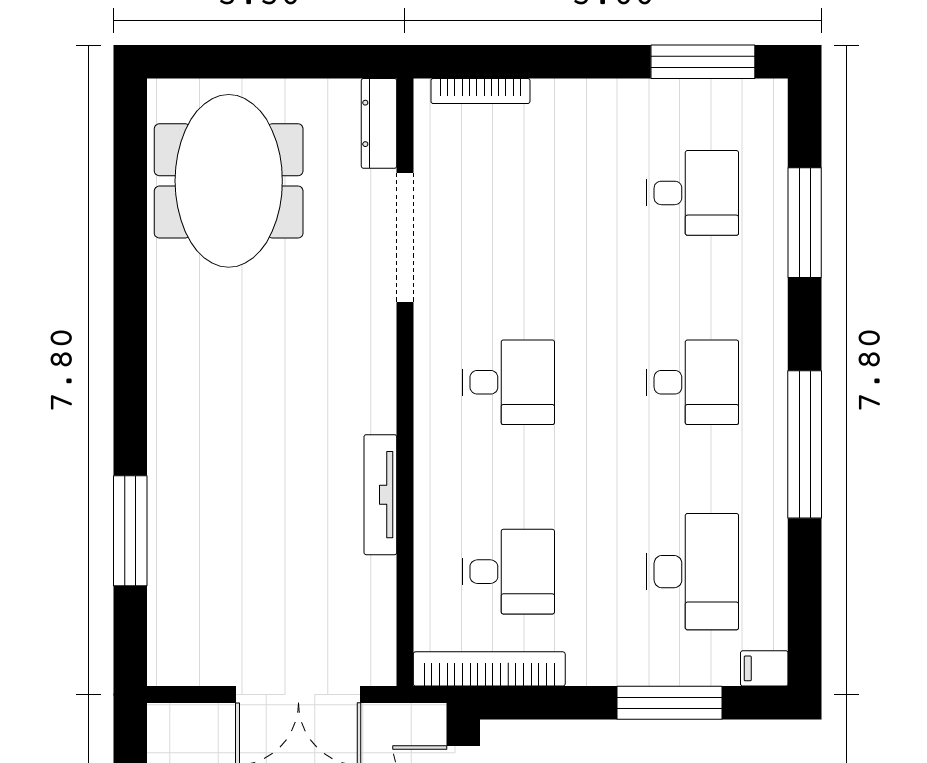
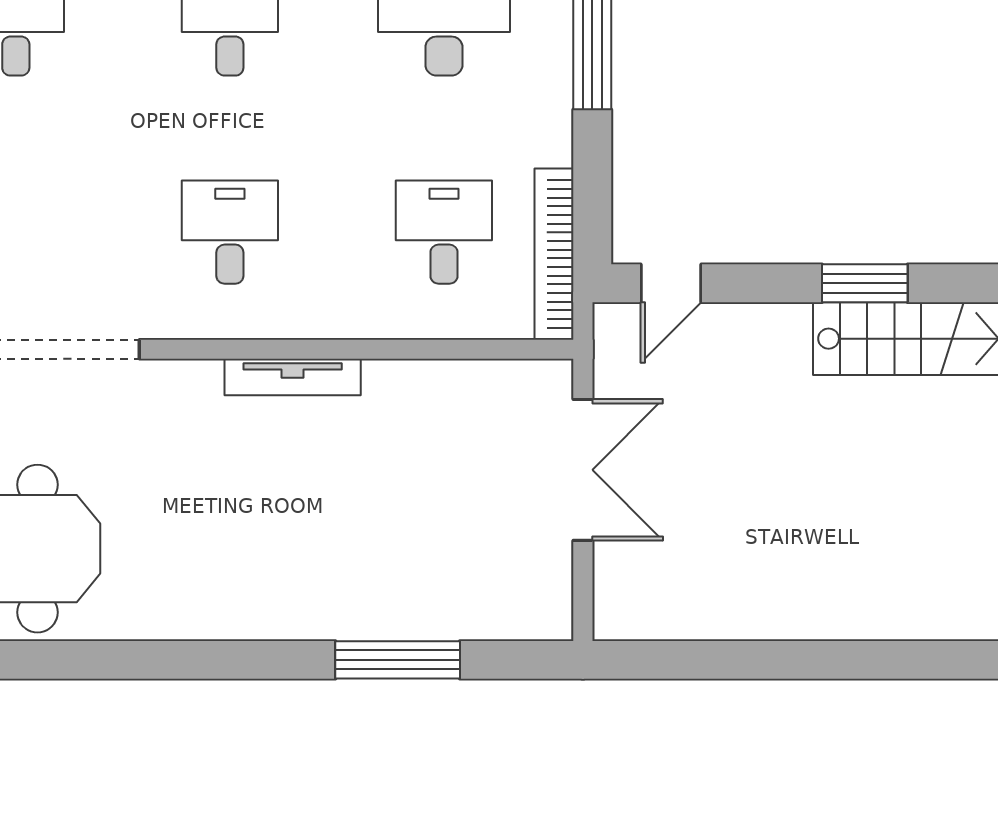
tv unit: (380, 495) -> (293, 377), moved

